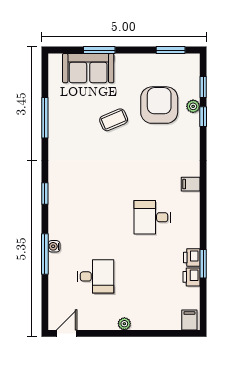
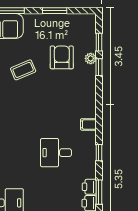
window: (171, 50) -> (55, 11), moved
armchair: (159, 105) -> (62, 57), width x0.73, depth x0.73
window: (203, 217) -> (99, 153), added

